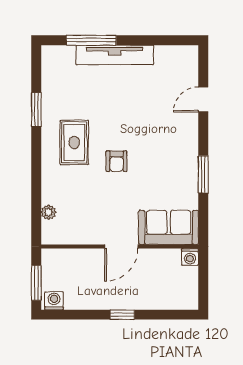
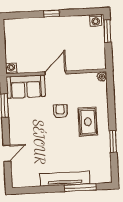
sofa: (169, 227) -> (26, 87), moved
wall: (120, 247) -> (56, 73), moved
door: (121, 247) -> (55, 73), moved
washing machine: (190, 257) -> (11, 68), moved

